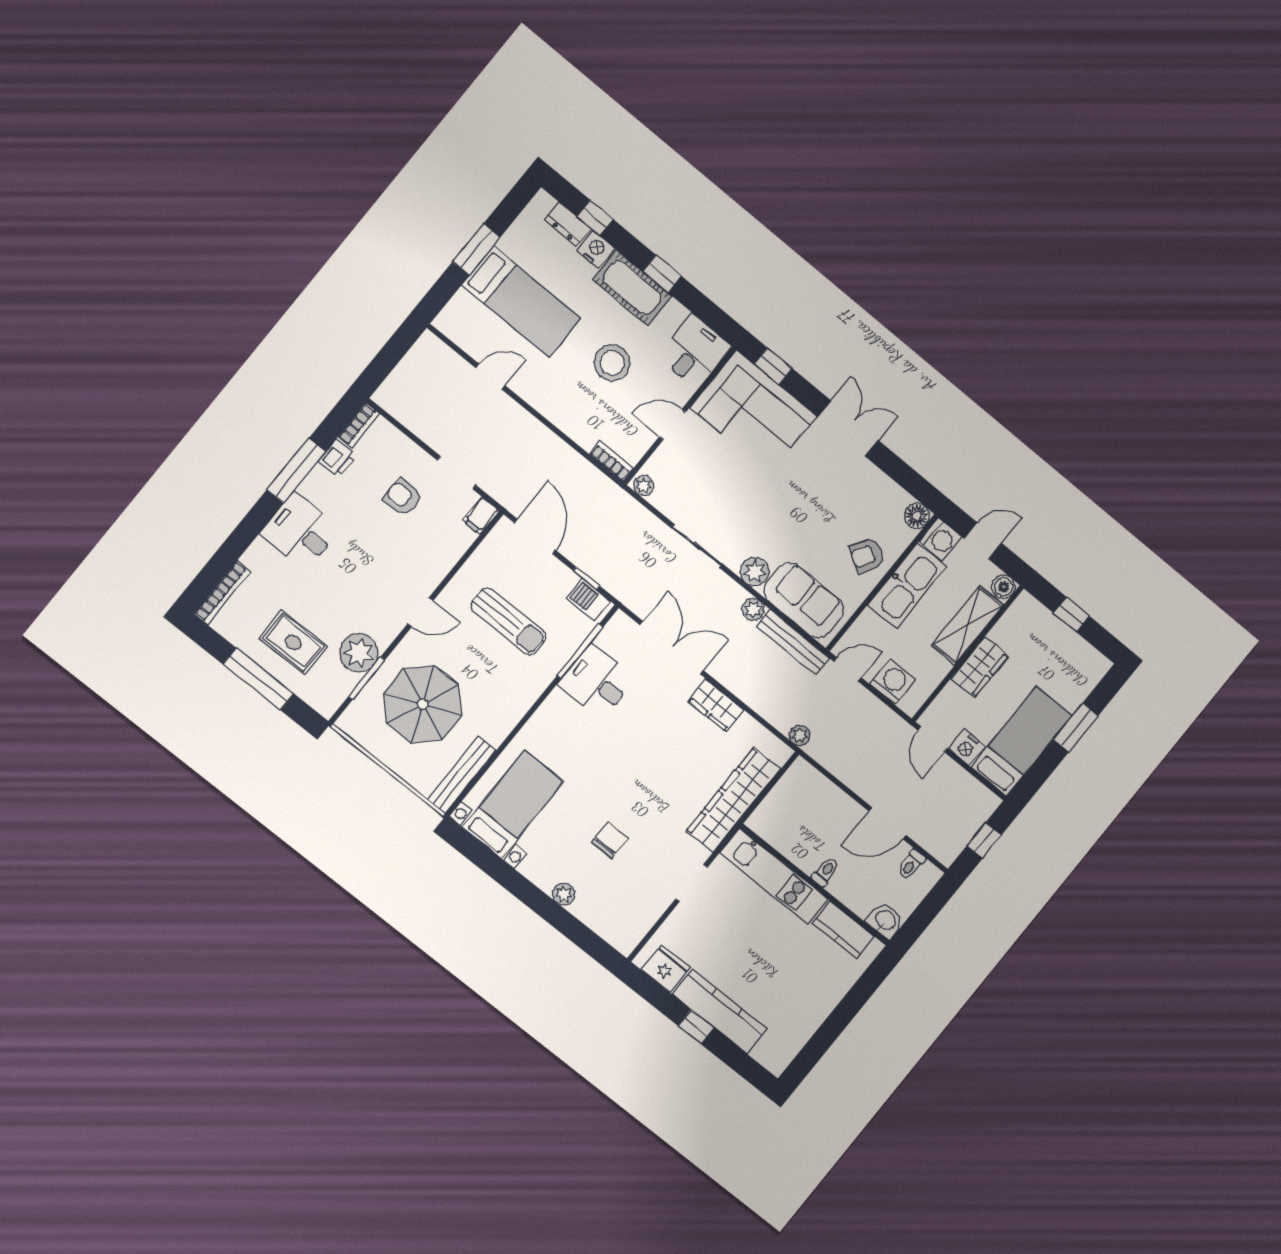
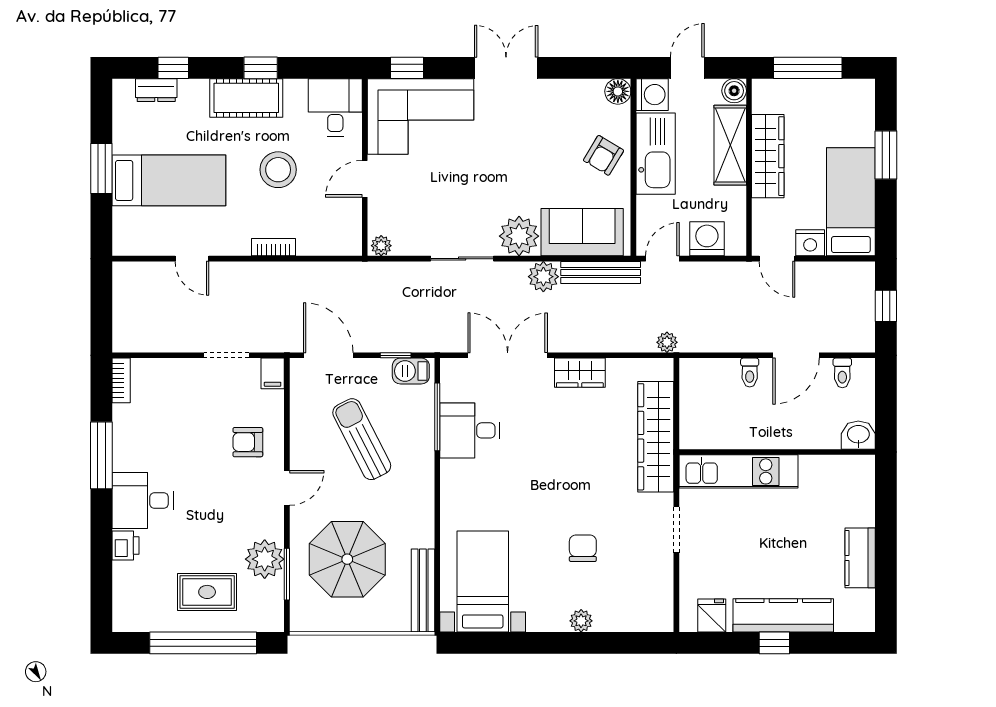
nightstand: (596, 249) -> (193, 92), removed
door: (490, 376) -> (192, 259), swing flipped
printer: (338, 458) -> (125, 546), moved
bookcase: (611, 461) -> (274, 247), moved
armchair: (403, 497) -> (248, 442), moved
plant: (755, 571) -> (519, 236), width x1.36, depth x1.36
bookcase: (222, 593) -> (121, 598), removed
plant: (753, 609) -> (543, 277), width x1.38, depth x1.38
window: (1071, 615) -> (808, 68), width x2.17
sun lounger: (509, 621) -> (362, 439), turned -117
wardrobe: (980, 667) -> (768, 156), width x1.50
window: (258, 679) -> (203, 643), width x1.46
toilet: (825, 872) -> (750, 373), moved, turned 180
kitchen counter: (843, 930) -> (860, 558), moved, turned 90
fridge: (666, 969) -> (712, 616), width x0.72

